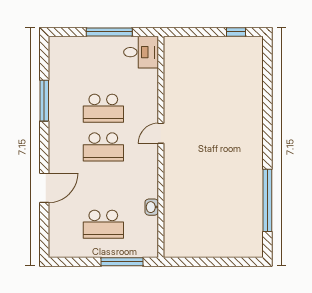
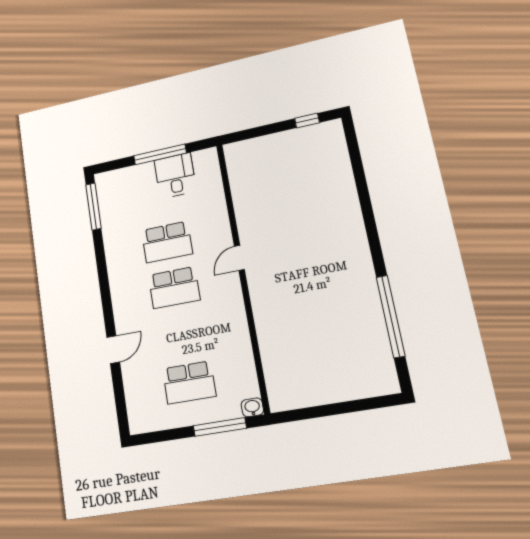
desk: (141, 52) -> (175, 176), moved, turned -90
window: (44, 101) -> (93, 206), moved
door: (44, 188) -> (113, 350), width x0.73
washbasin: (152, 207) -> (252, 407), moved, turned 90

